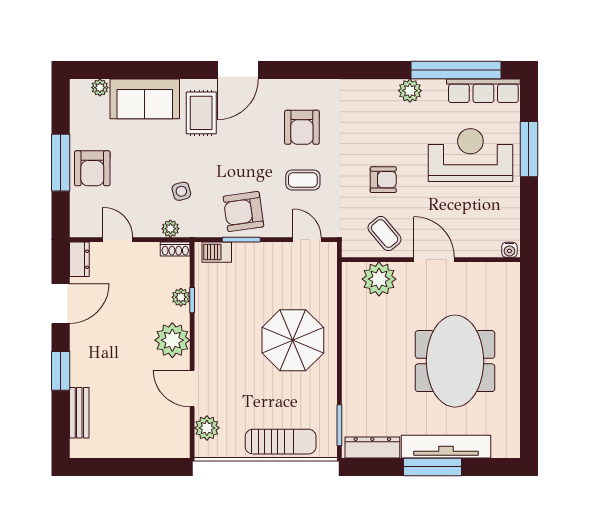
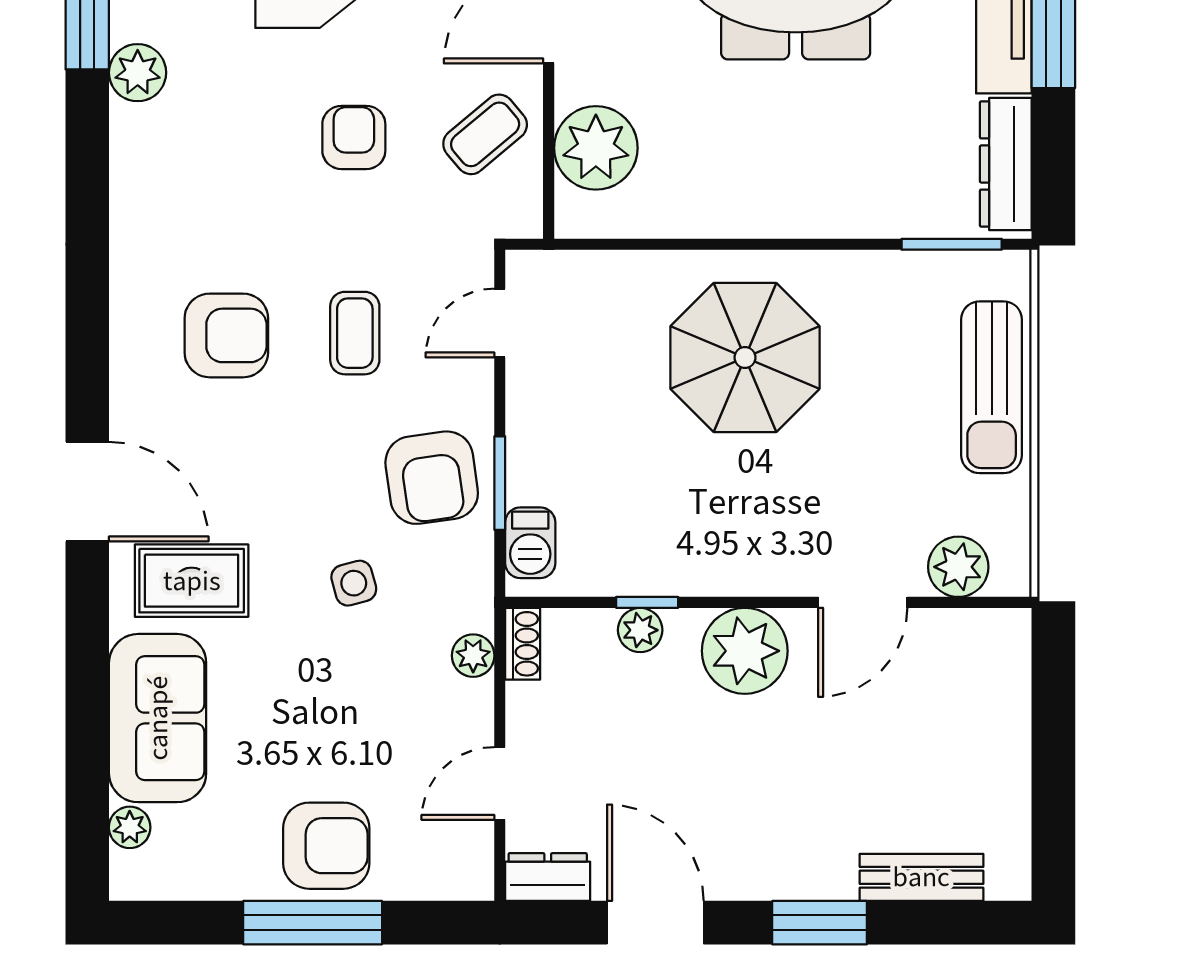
side table: (181, 191) -> (354, 583), moved
sun lounger: (281, 442) -> (992, 387), turned 180

